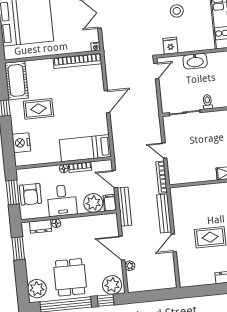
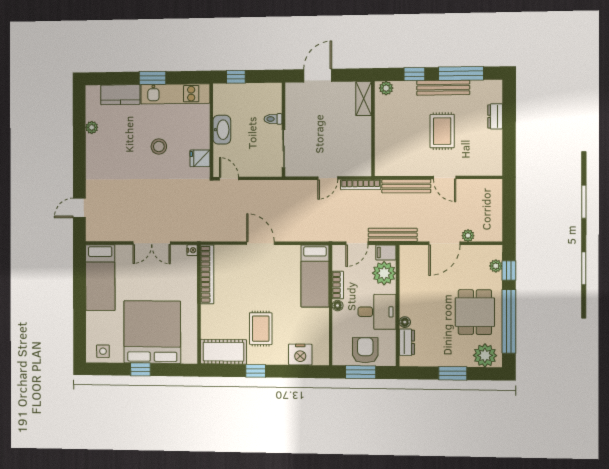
armchair: (30, 194) -> (365, 350), turned -90
window: (18, 248) -> (453, 373), moved
dining table: (70, 277) -> (475, 312), turned 90
plant: (112, 285) -> (496, 266), width x0.53, depth x0.53

